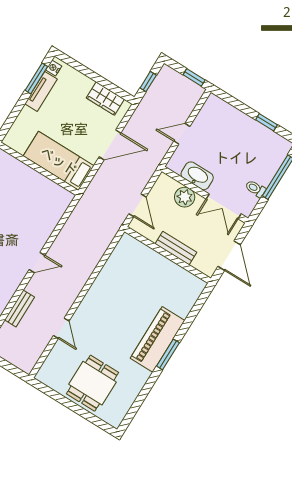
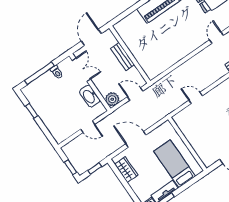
window: (194, 77) -> (71, 167), moved
bed: (59, 161) -> (175, 164), moved, turned 180
plant: (185, 197) -> (112, 99), moved
door: (137, 205) -> (135, 94), hinge flipped
door: (37, 262) -> (196, 98), moved

